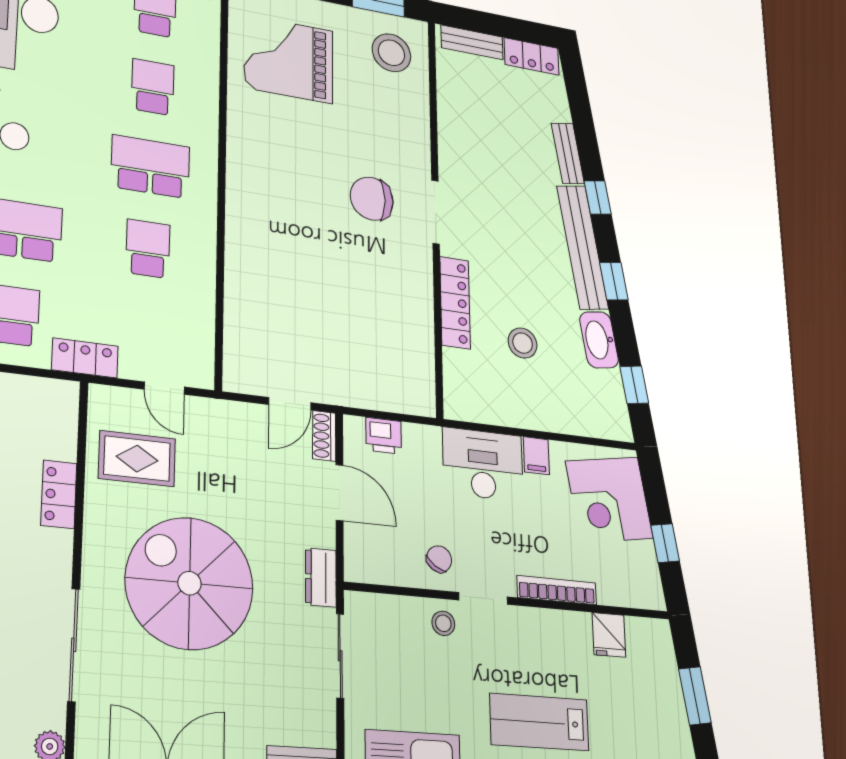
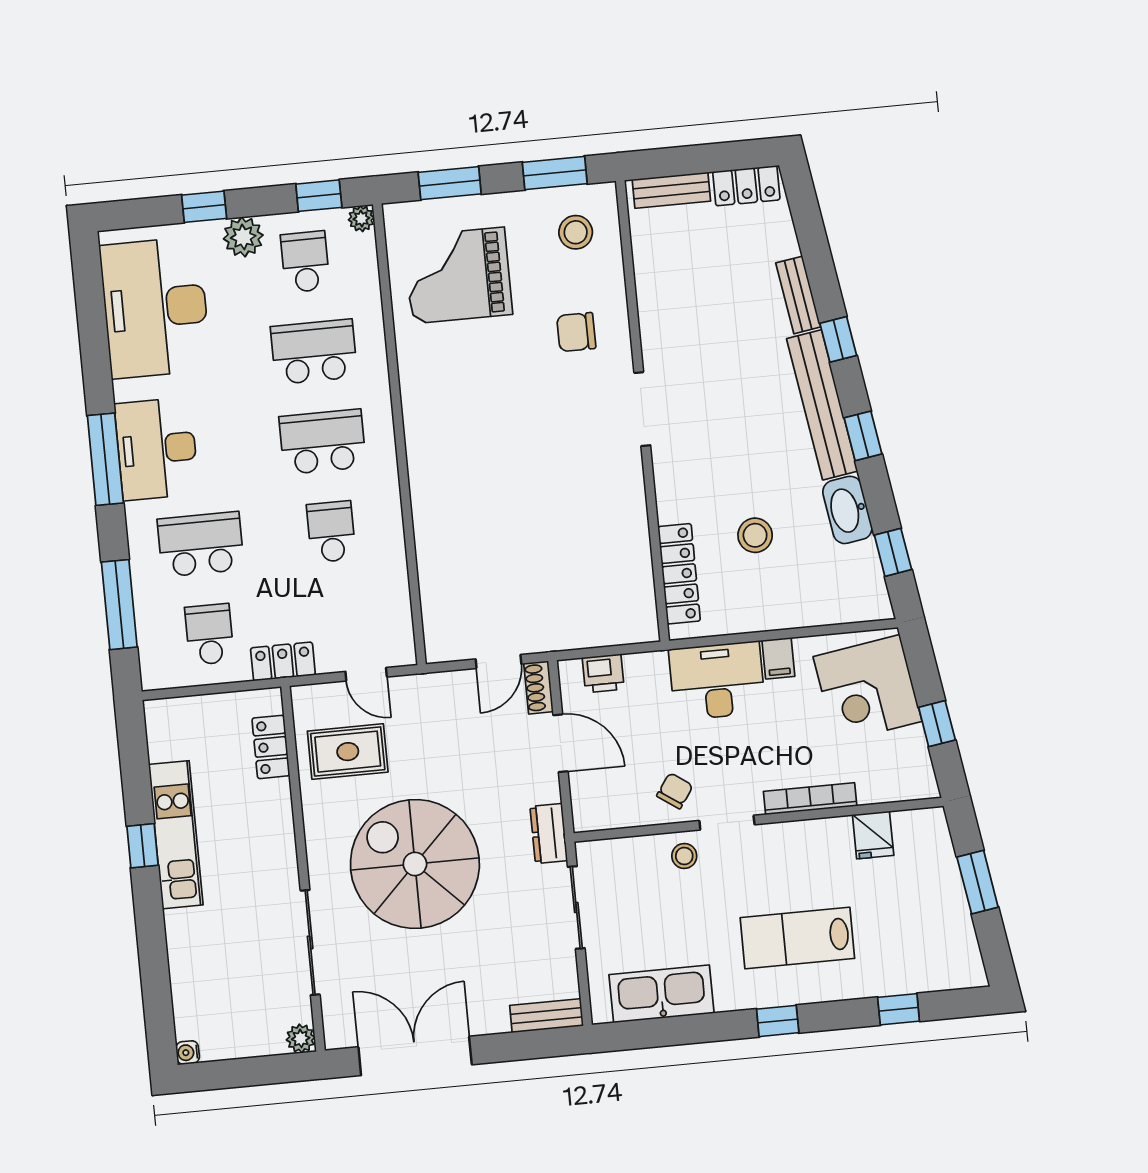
stool: (391, 53) -> (576, 232), width x0.73, depth x0.73
school desk: (153, 87) -> (314, 352), width x1.85
chair: (372, 199) -> (576, 332), moved, width x0.73, depth x0.73
locker: (455, 303) -> (679, 574), moved
locker: (59, 494) -> (271, 747), moved

